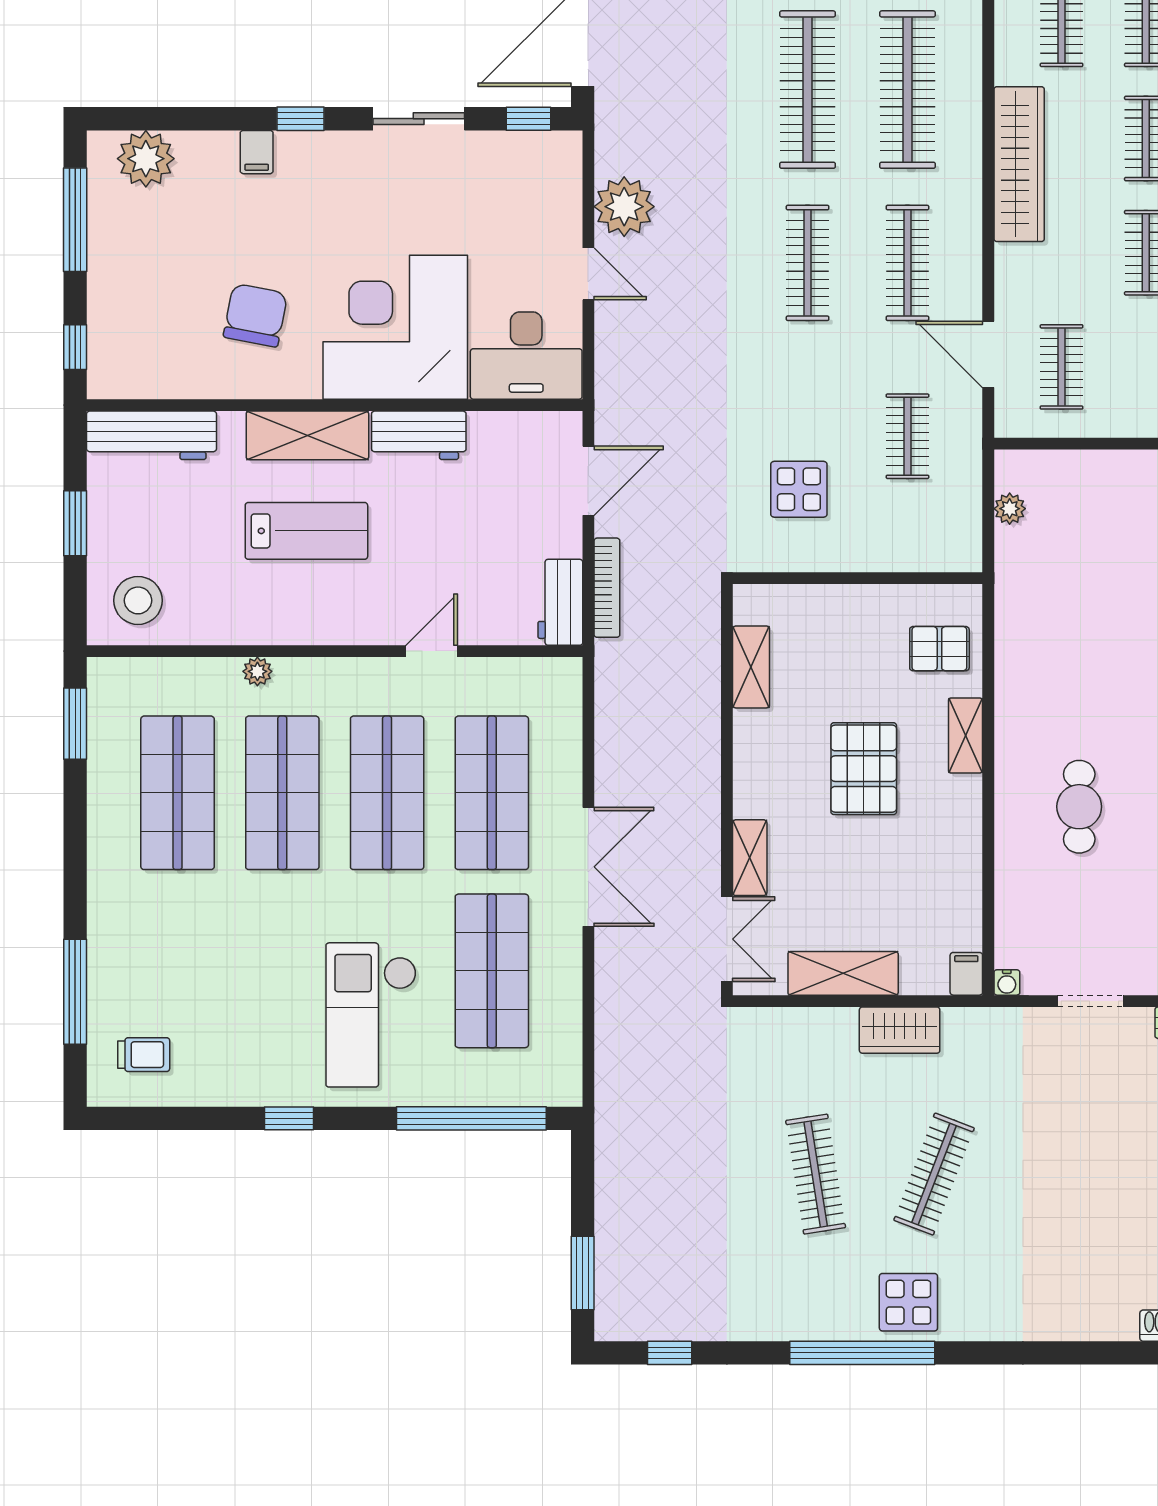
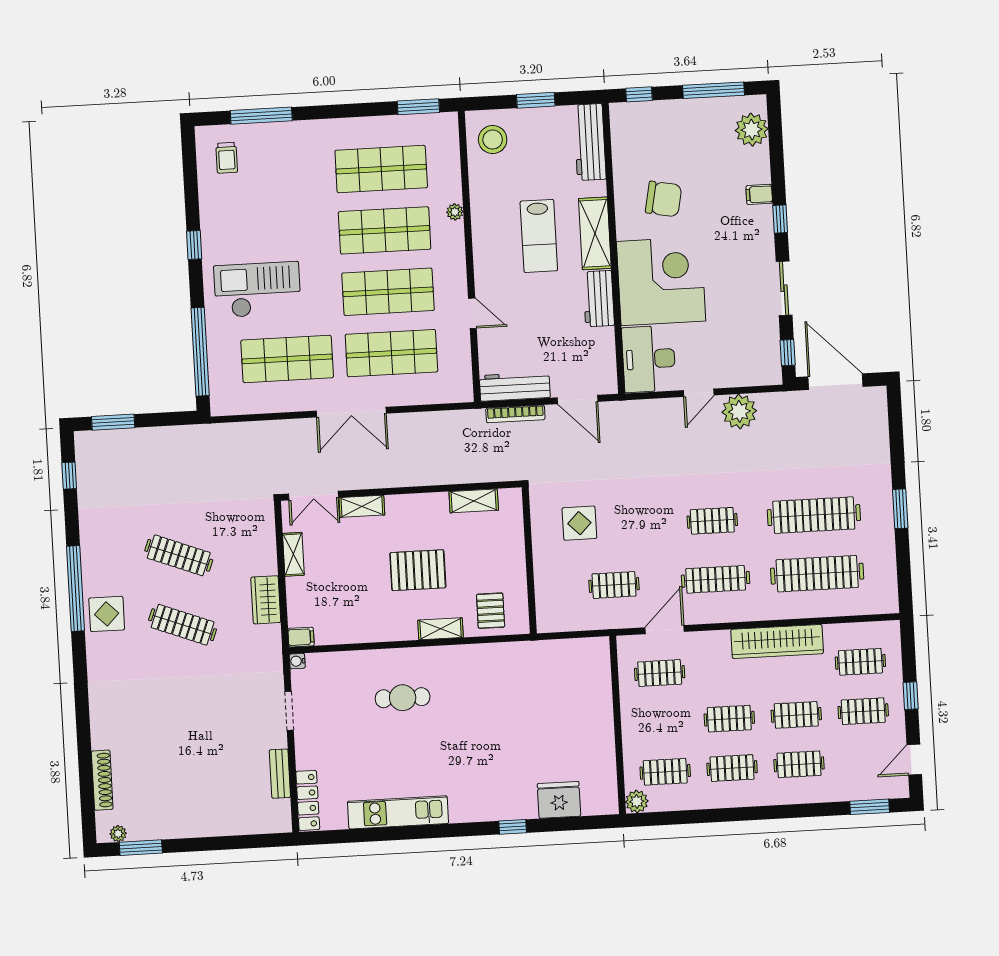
clothes rail: (808, 263) -> (712, 521), width x0.73
plant: (1010, 509) -> (575, 647), removed
workbench: (560, 602) -> (515, 387), width x1.38
shelving: (843, 973) -> (293, 554), width x0.67, depth x0.75
clothes rail: (816, 1174) -> (179, 555), turned 30

